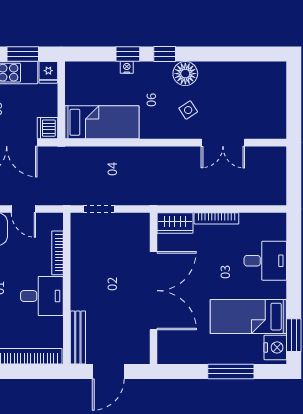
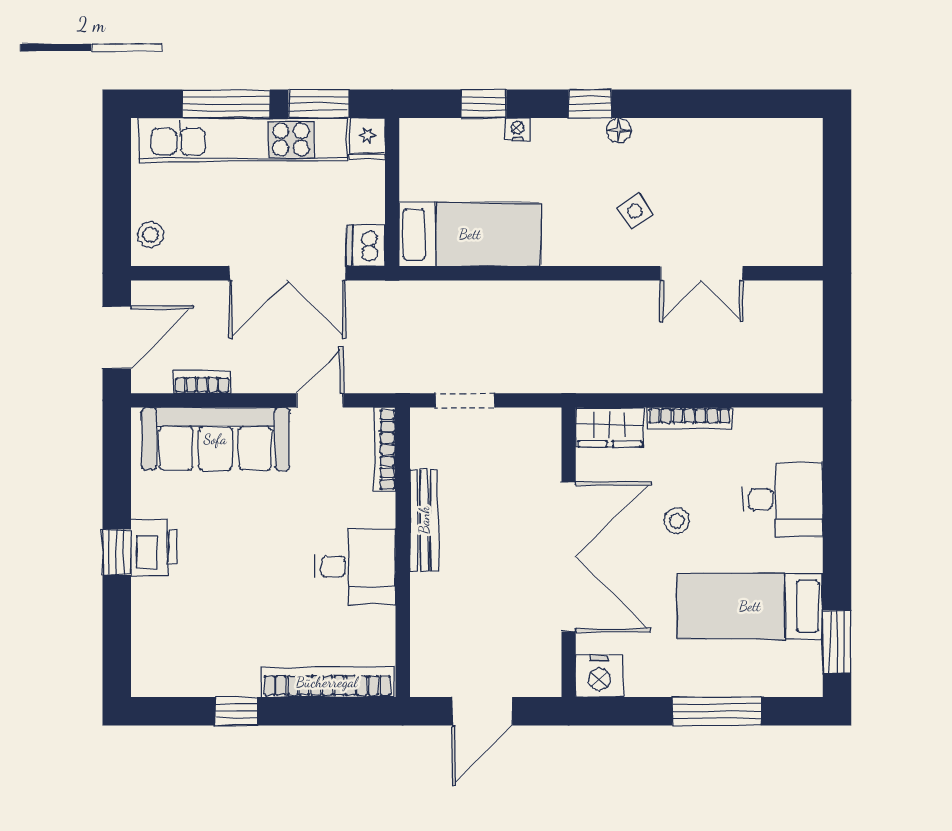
window: (128, 54) -> (484, 104), moved
floor lamp: (185, 74) -> (619, 130), width x0.53, depth x0.53
door: (23, 209) -> (320, 400), swing flipped
bookcase: (57, 253) -> (385, 450), moved
stool: (210, 272) -> (677, 521), added
bench: (78, 337) -> (424, 520), moved
nightstand: (275, 347) -> (599, 676), moved, turned 90

